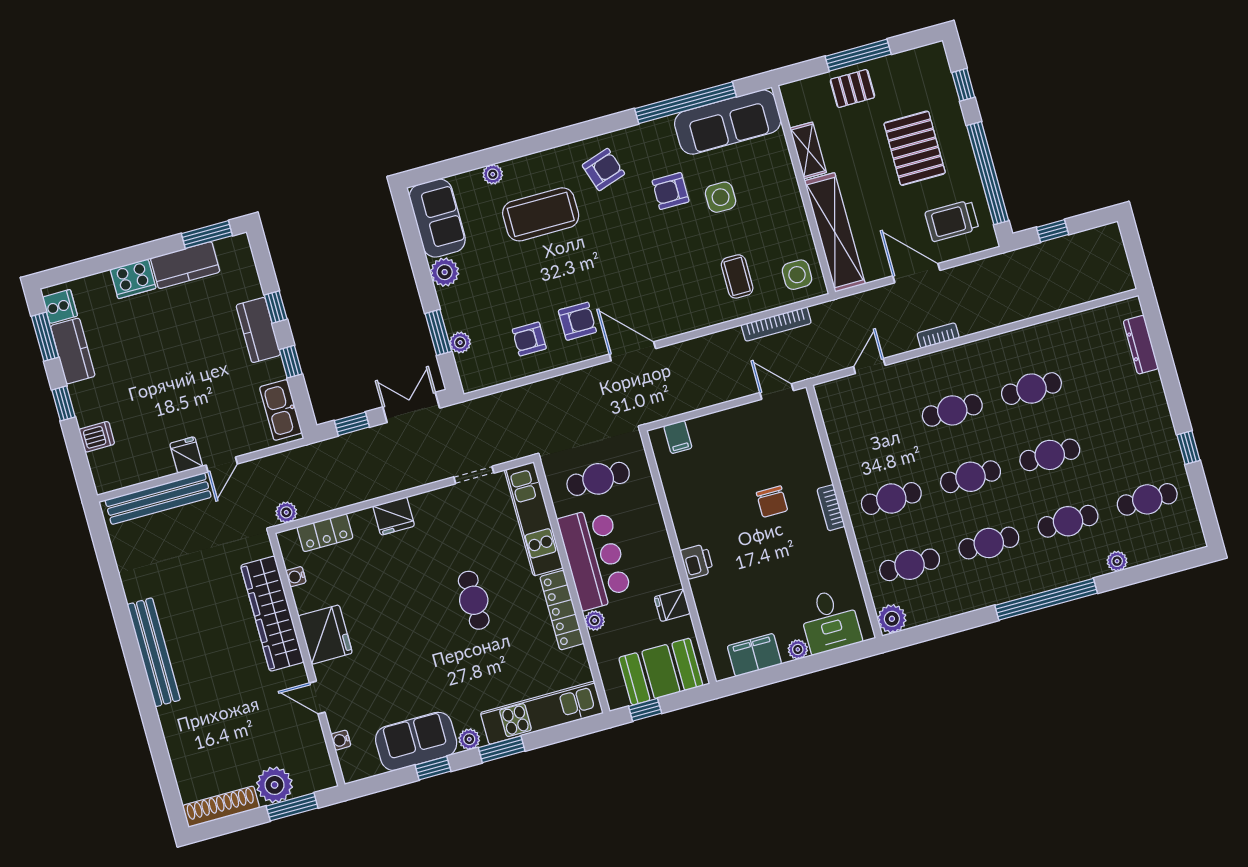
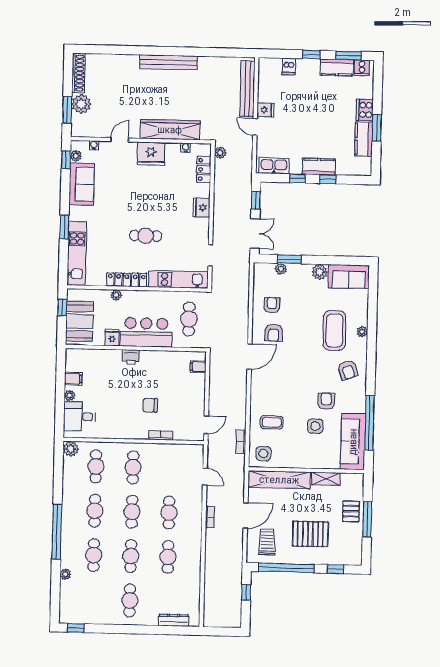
plant: (493, 174) -> (362, 332), moved
window: (207, 235) -> (377, 128), moved
bookcase: (776, 324) -> (241, 442), width x0.64
window: (1188, 448) -> (76, 628), moved
cafe table: (1147, 499) -> (130, 600), moved
bookcase: (831, 508) -> (161, 435), moved
bar counter: (595, 558) -> (146, 332), moved, turned 180
filing cabinet: (754, 655) -> (73, 379), width x0.50
plant: (469, 739) -> (76, 156), moved
window: (433, 768) -> (66, 160), moved

